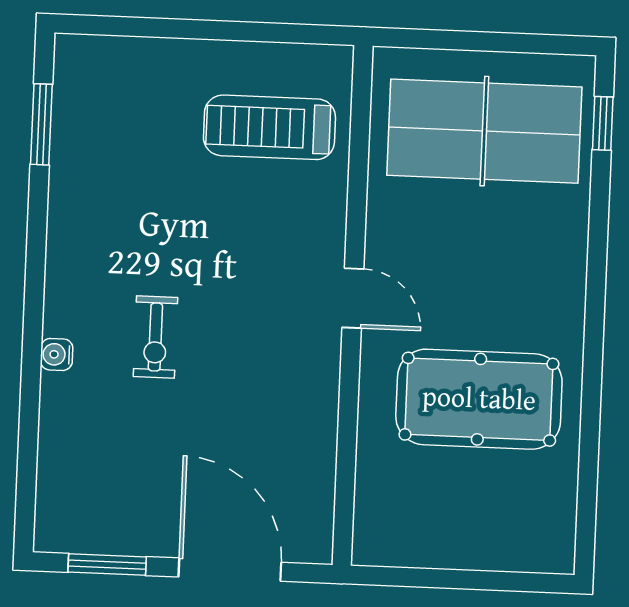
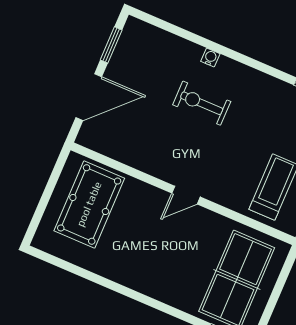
exercise bike: (155, 337) -> (202, 103), width x1.38, depth x1.39
pool table: (479, 399) -> (89, 204), moved

